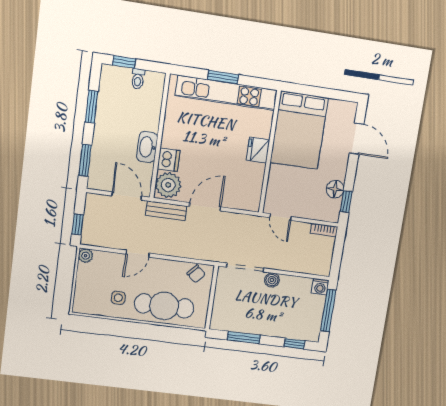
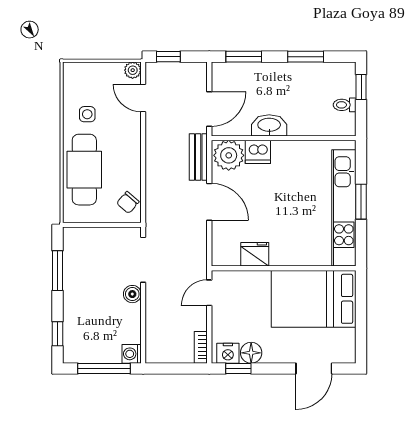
fridge: (258, 150) -> (255, 254), moved
nightstand: (332, 208) -> (228, 353), added
door: (137, 254) -> (143, 98), moved

